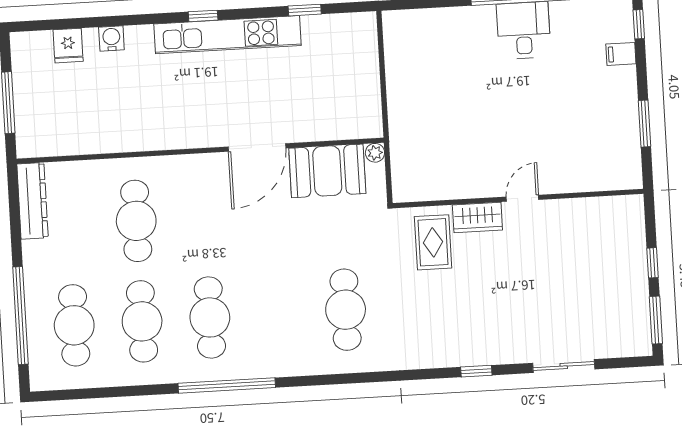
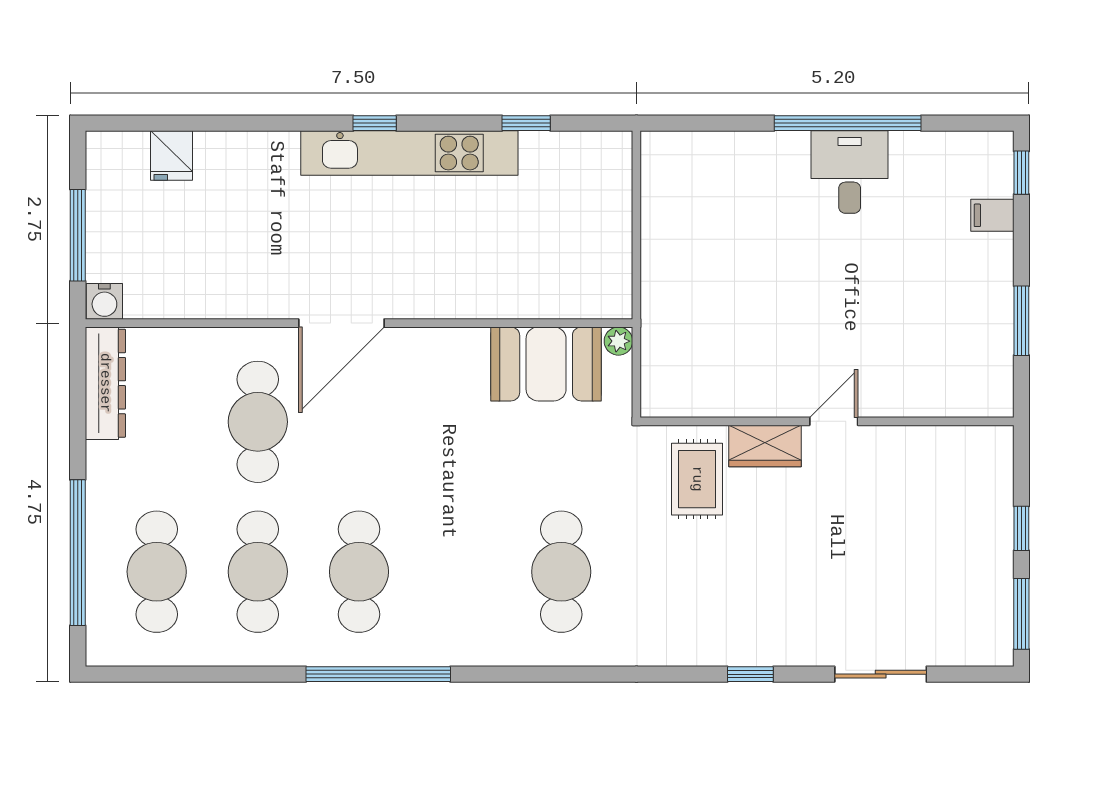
water cooler: (111, 38) -> (104, 301), moved, turned 180
door: (257, 147) -> (341, 323), moved

